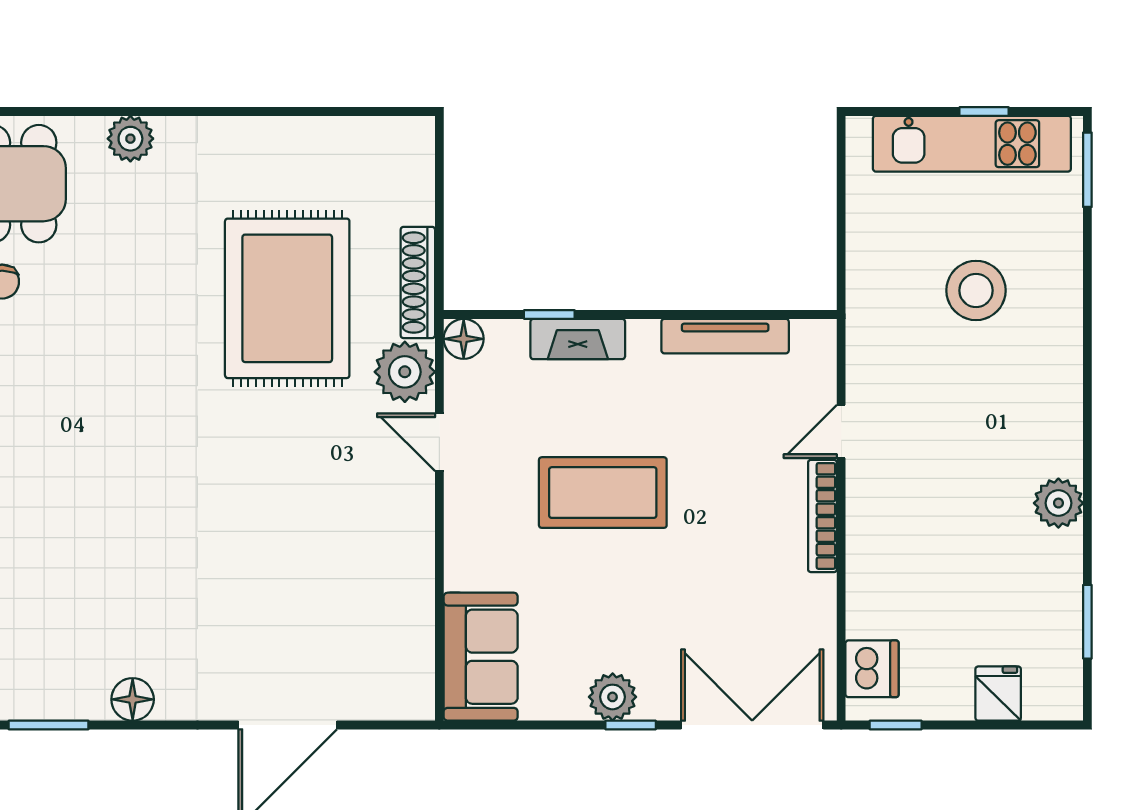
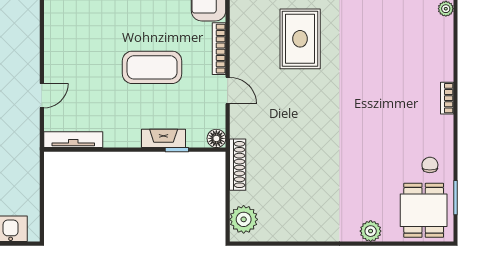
rug: (287, 298) -> (300, 39), moved, width x0.73, depth x0.69
tv unit: (725, 336) -> (73, 140), moved
plant: (405, 372) -> (244, 219), moved
bookcase: (822, 516) -> (219, 49), moved, turned 180

